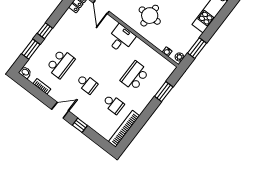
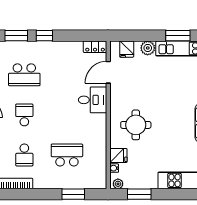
desk: (121, 39) -> (93, 100), moved
fridge: (161, 42) -> (118, 155), added
school desk: (87, 84) -> (24, 115), turned 180

